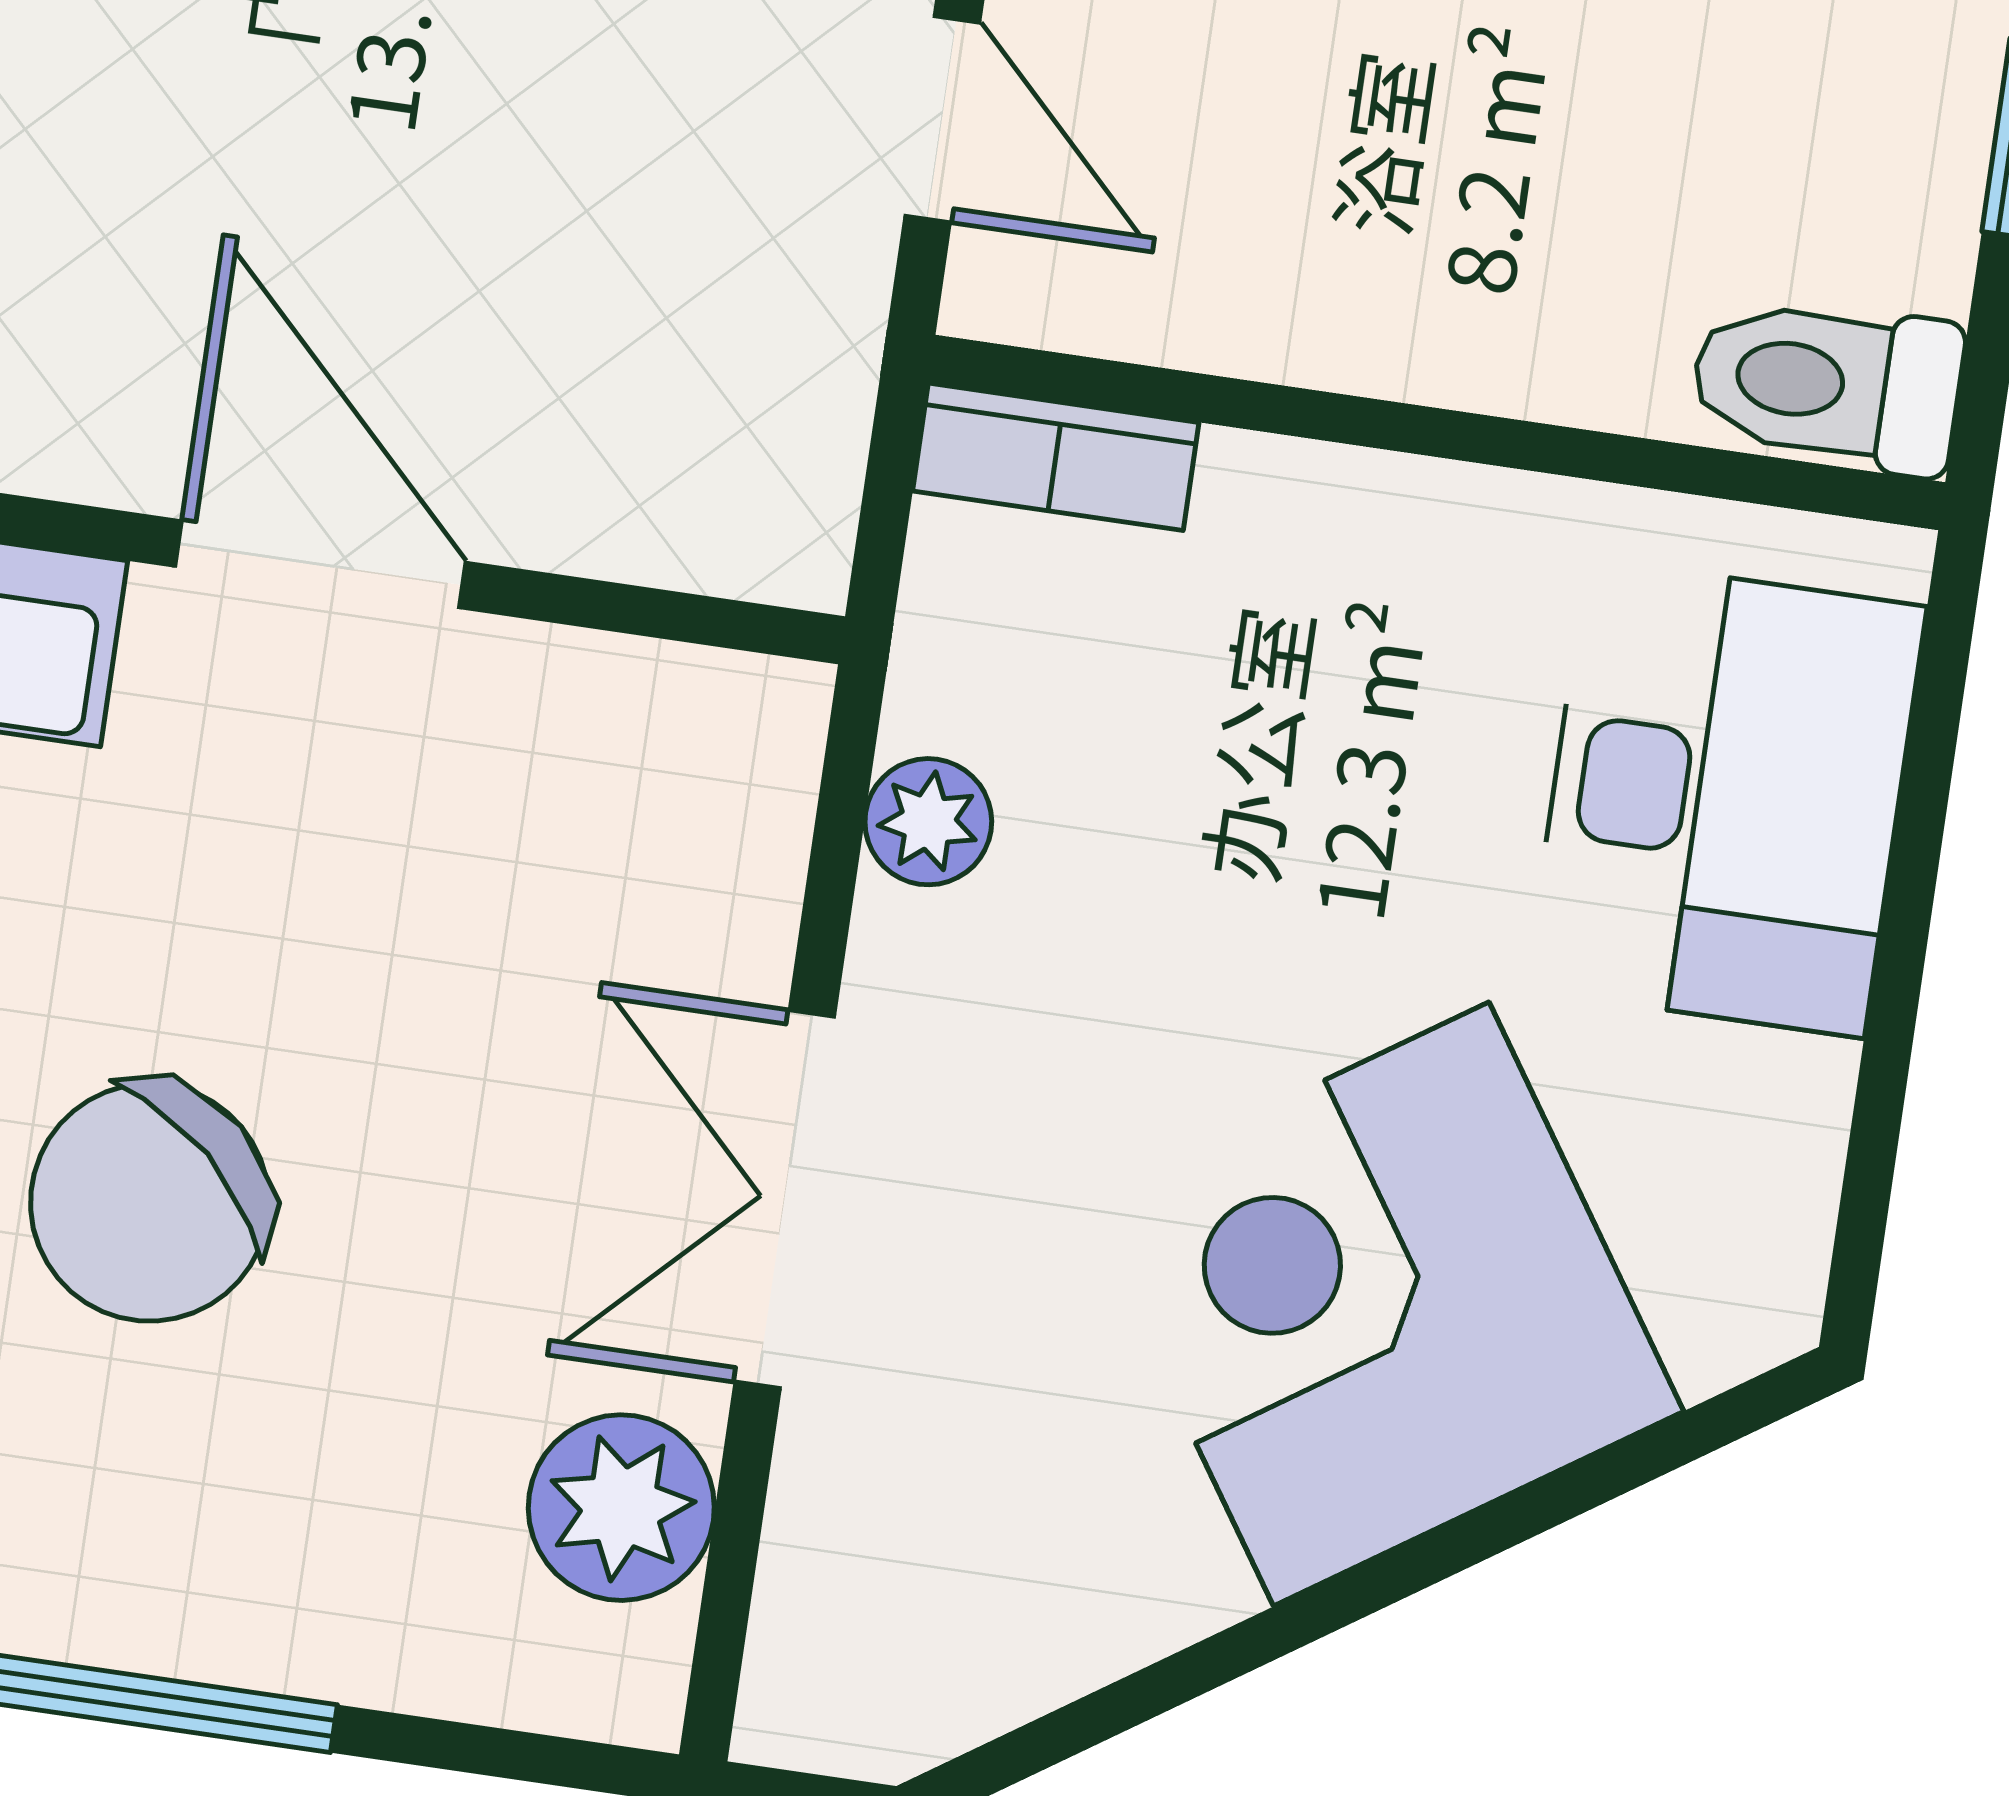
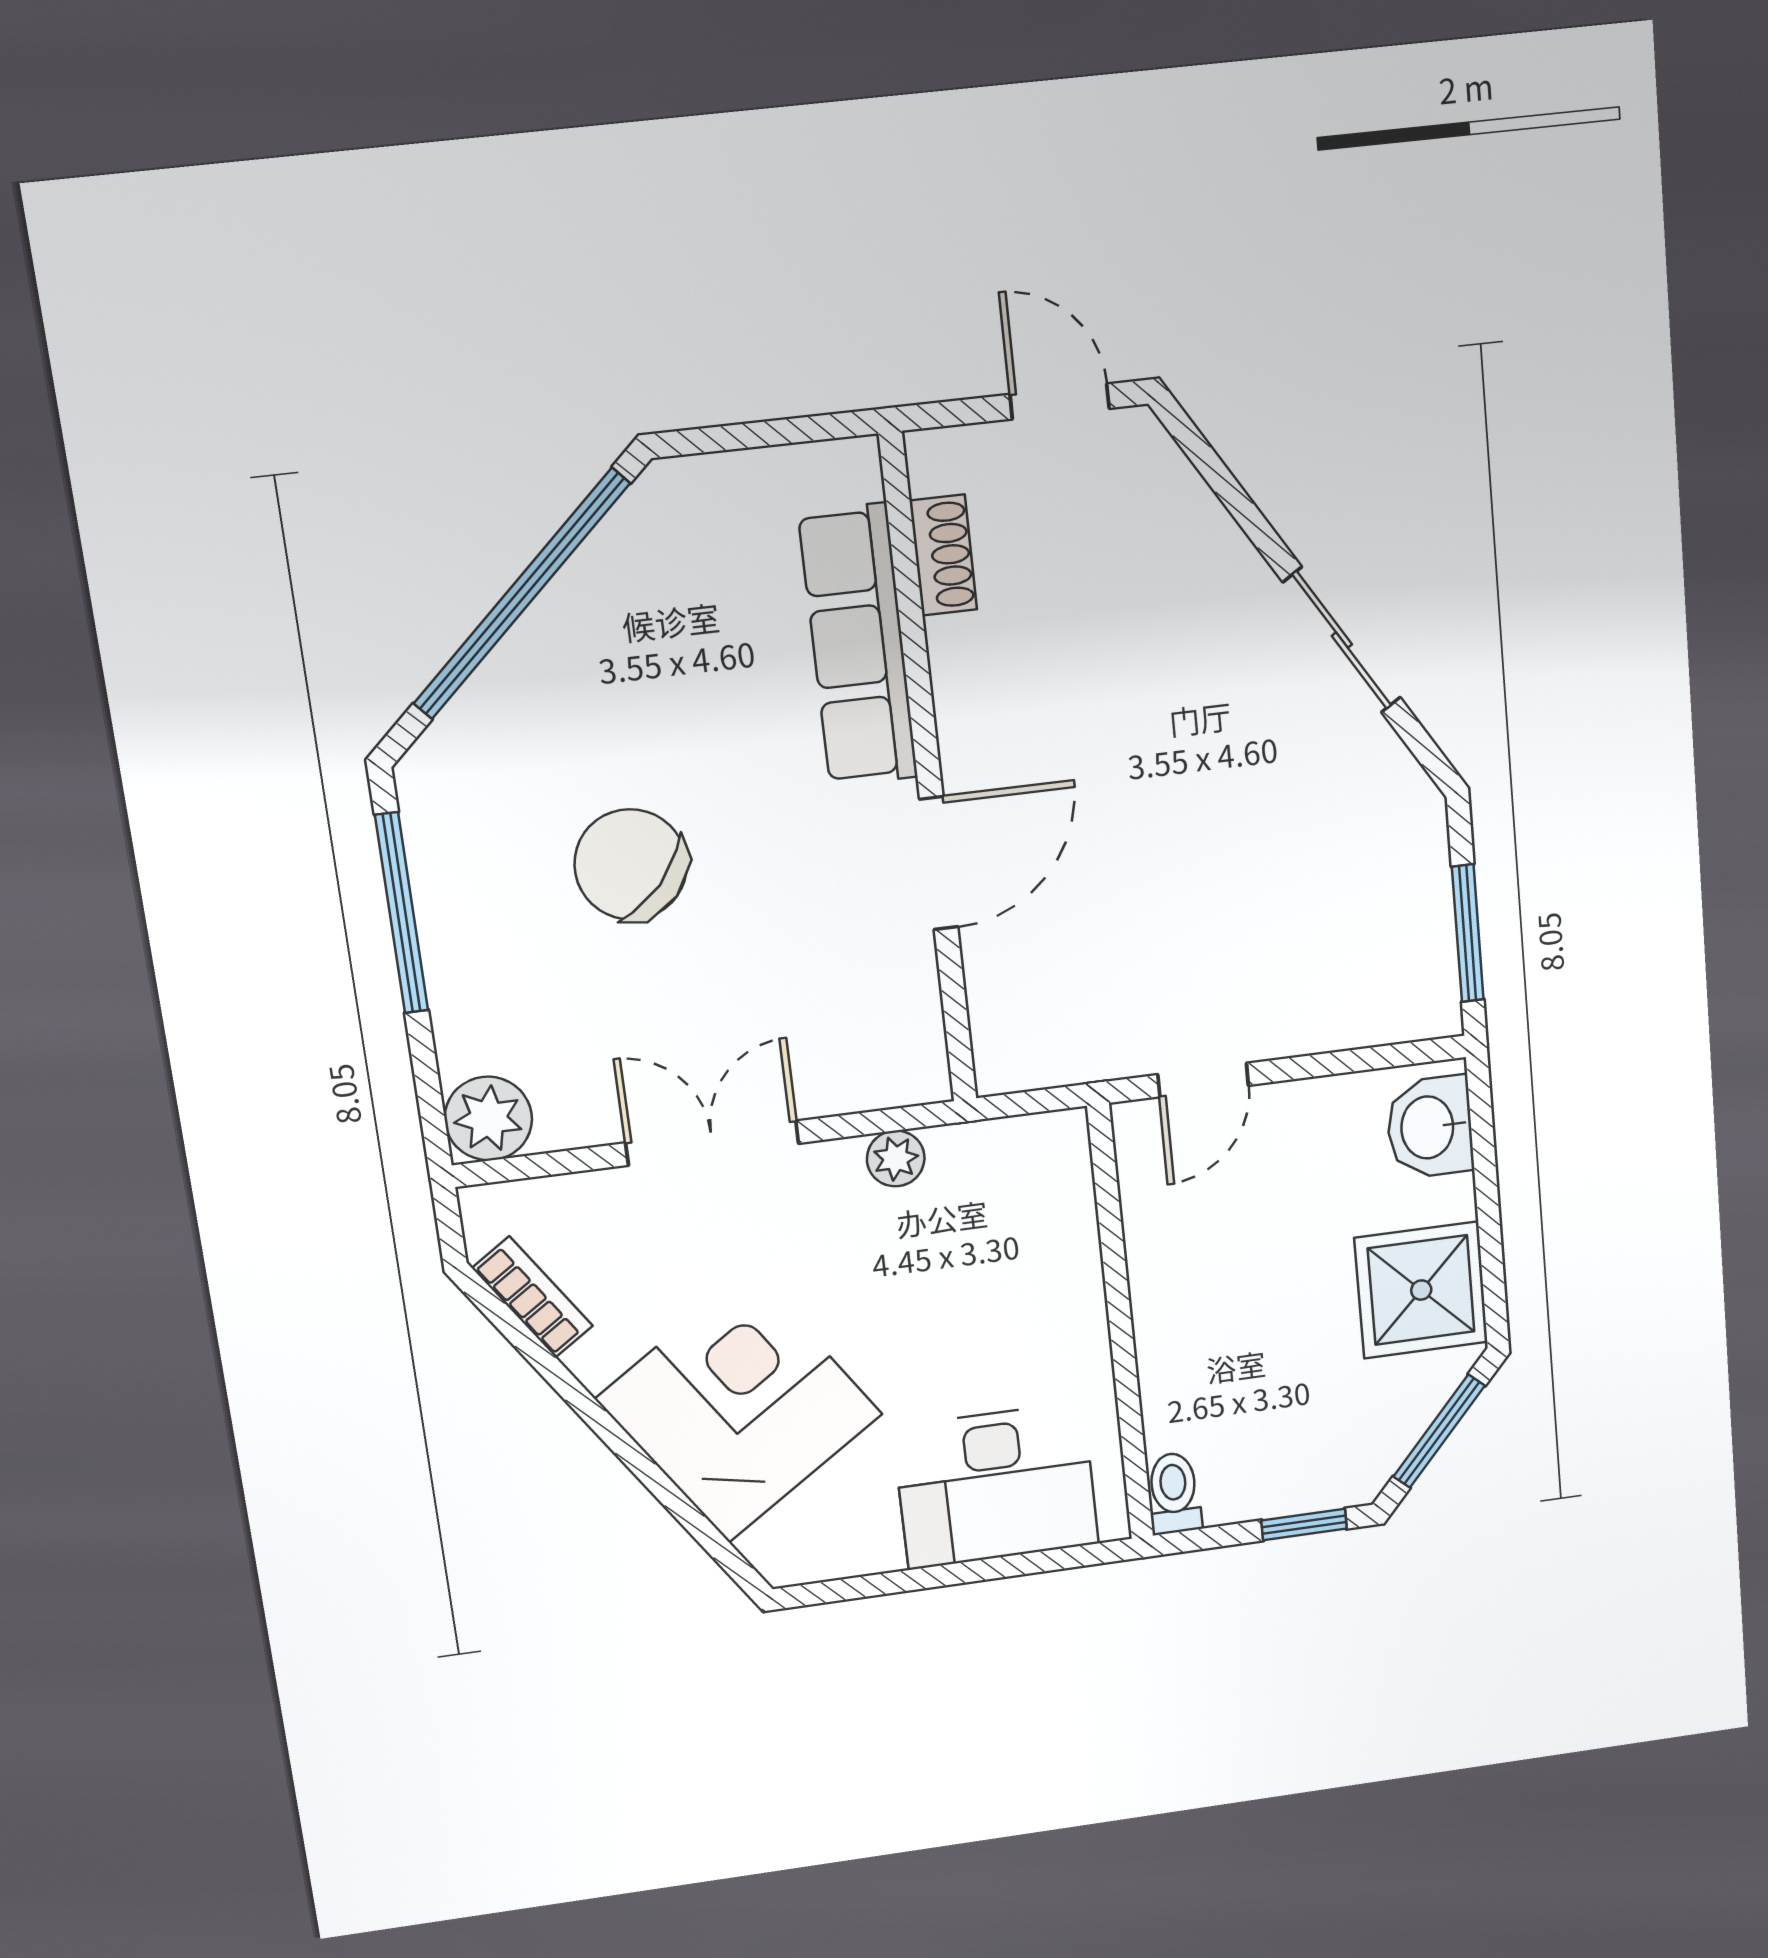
toilet: (1827, 384) -> (1174, 1493), width x0.73, depth x0.72
bookcase: (1056, 457) -> (532, 1297), moved, turned 146
plant: (621, 1508) -> (488, 1119), moved

